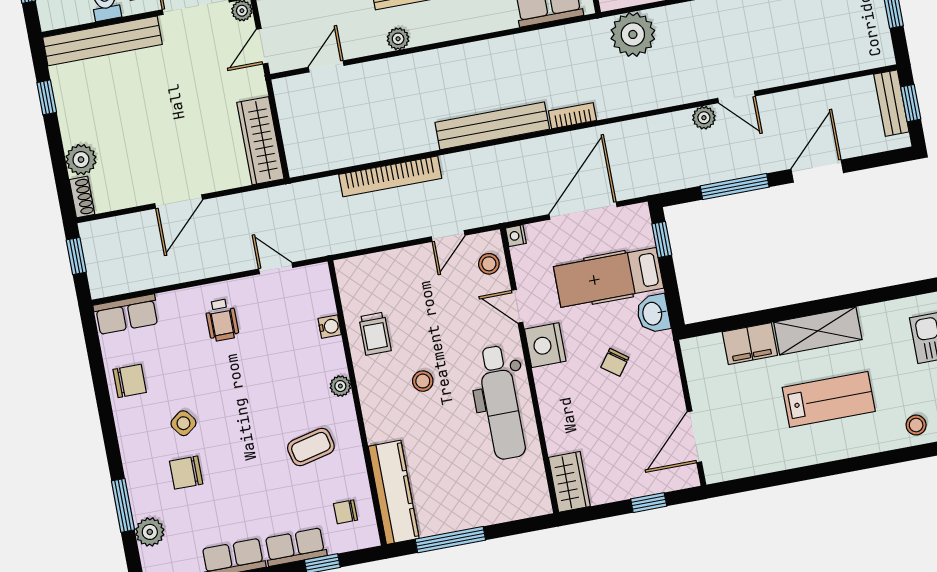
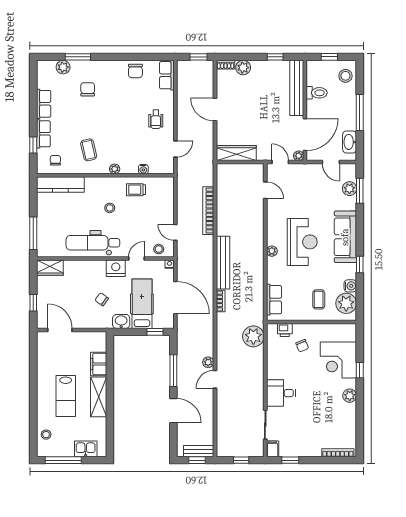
plant: (398, 39) -> (272, 251), moved
wheelchair: (222, 320) -> (156, 119), turned -90
side table: (183, 423) -> (111, 92), removed
window: (450, 540) -> (33, 233), moved

